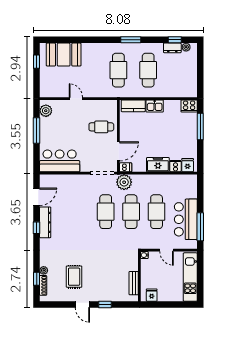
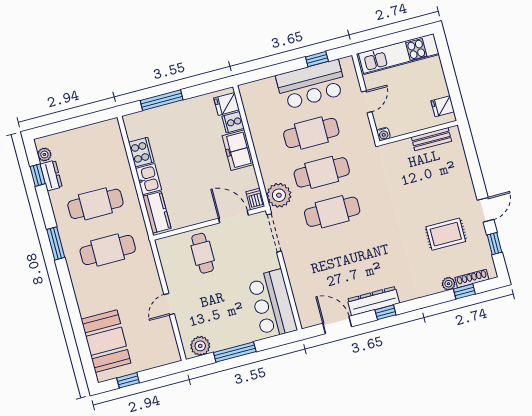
cooker: (189, 106) -> (141, 152), moved
window: (200, 227) -> (317, 59), width x0.46
window: (105, 305) -> (495, 244), moved

